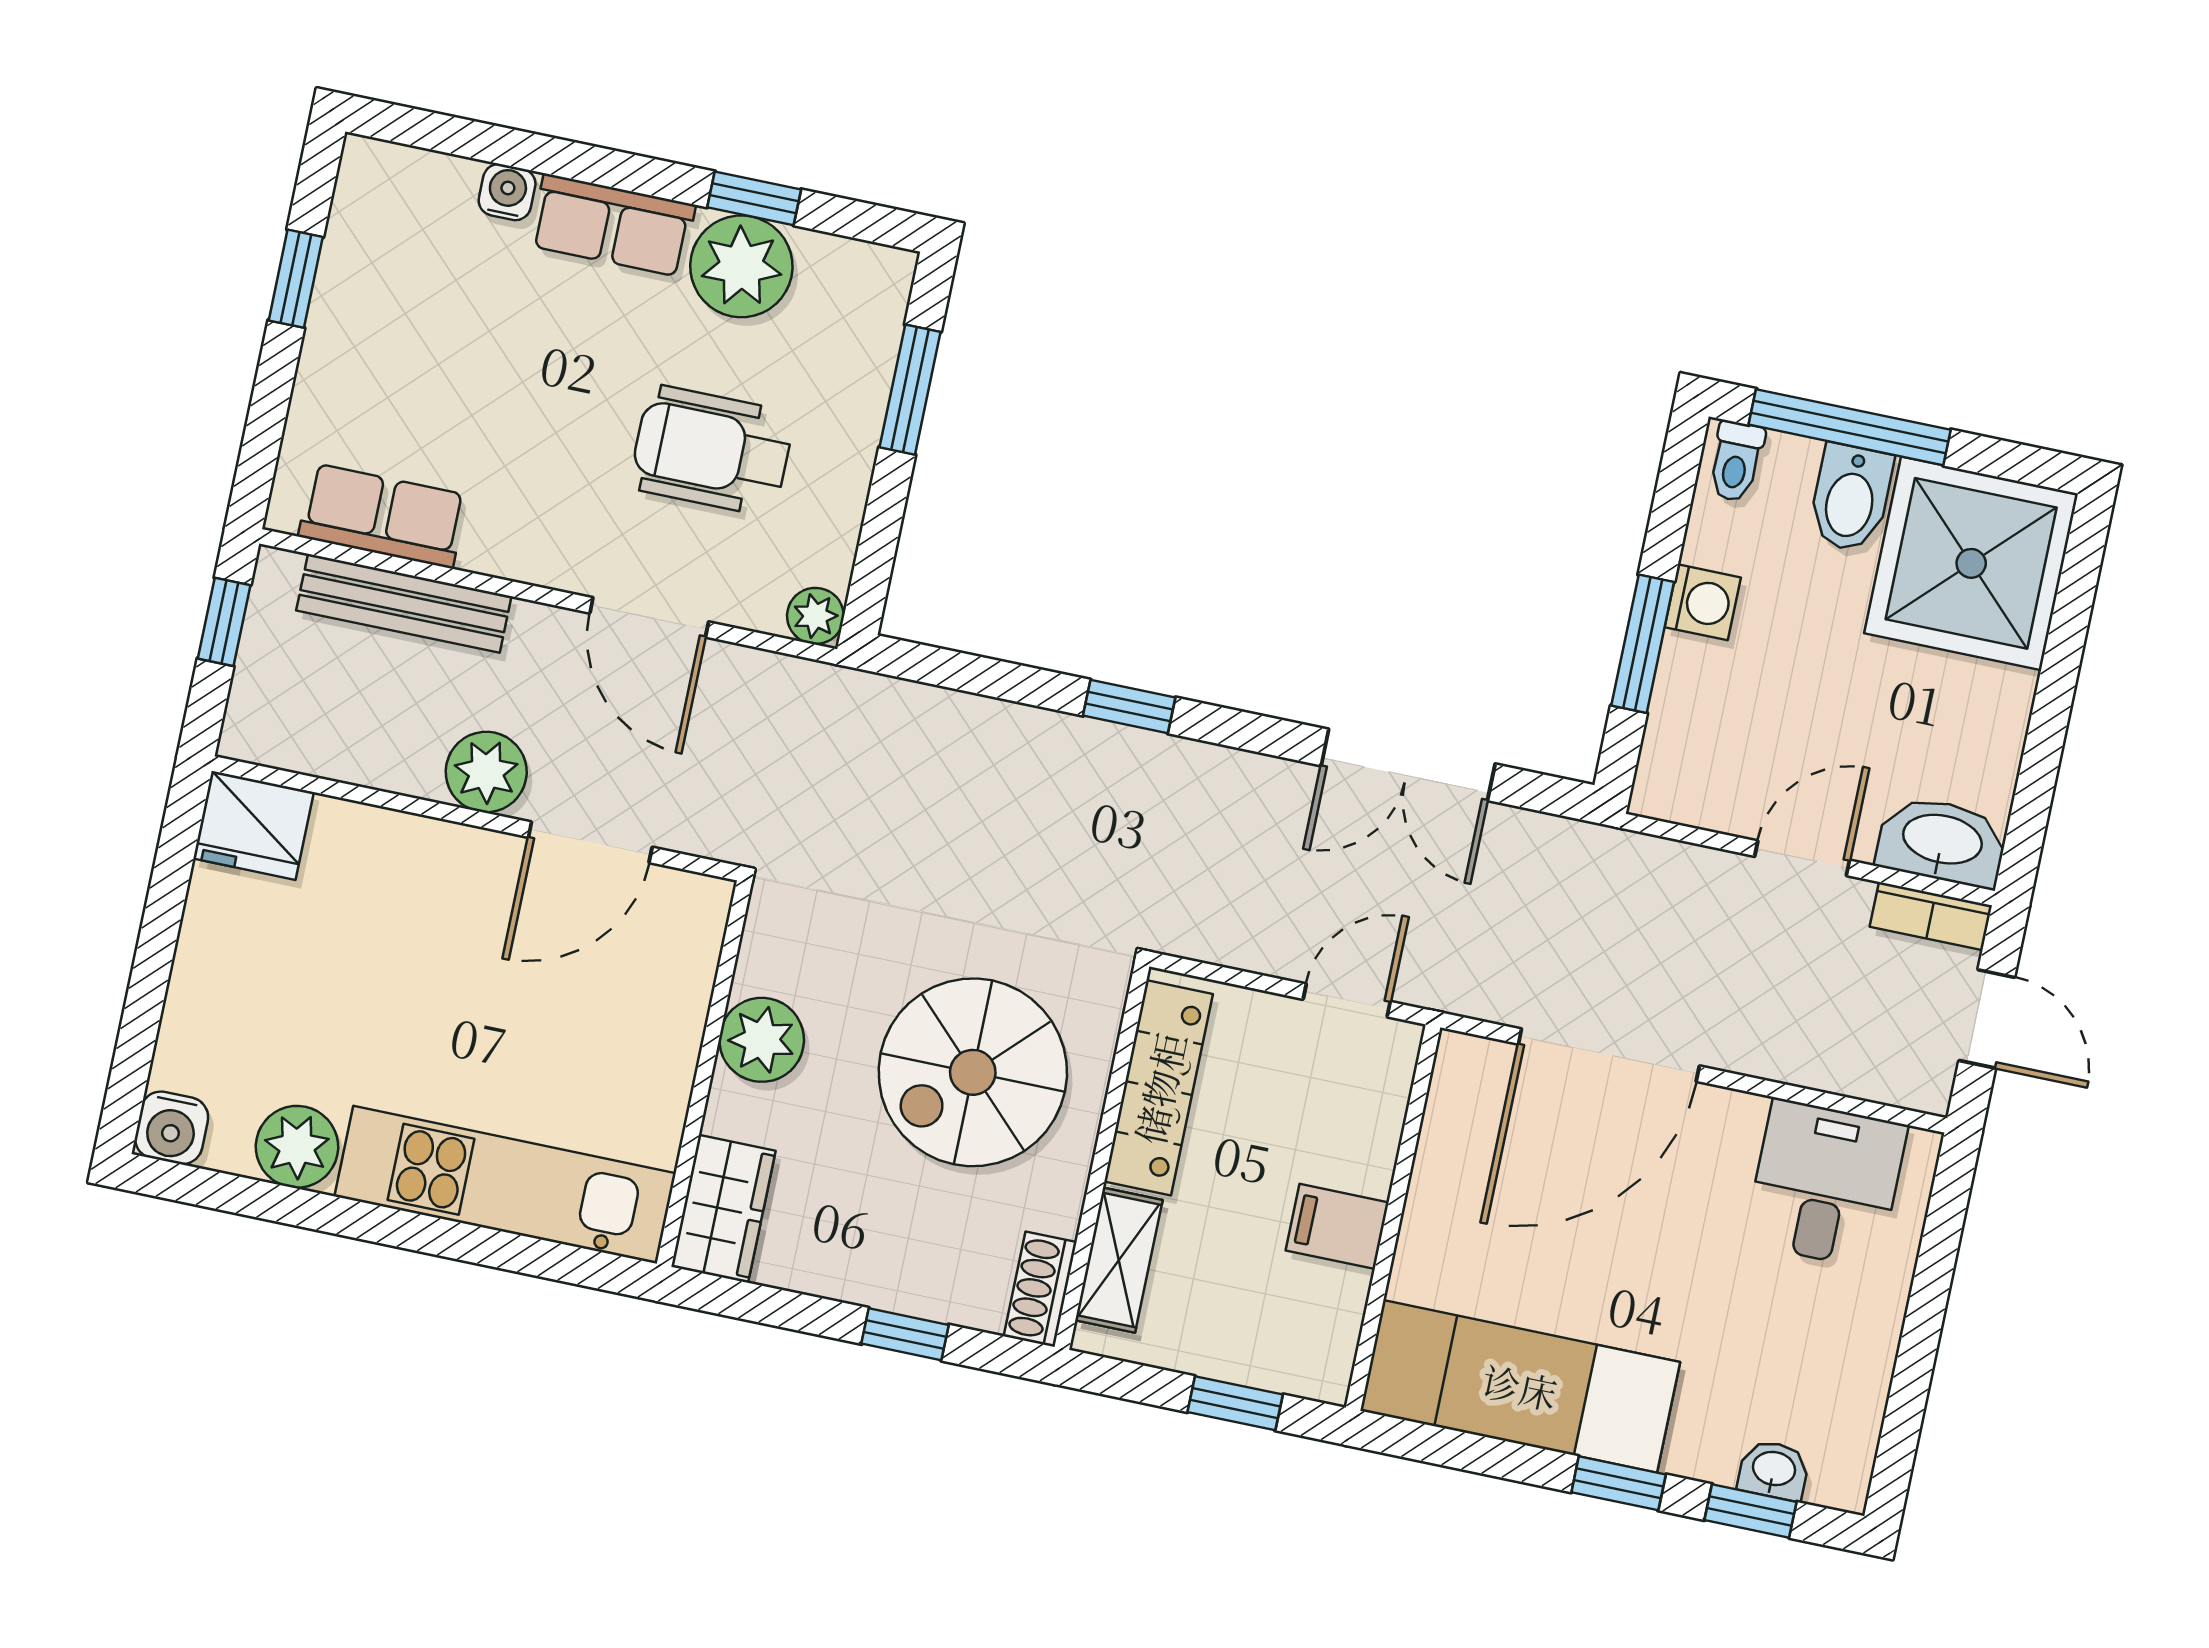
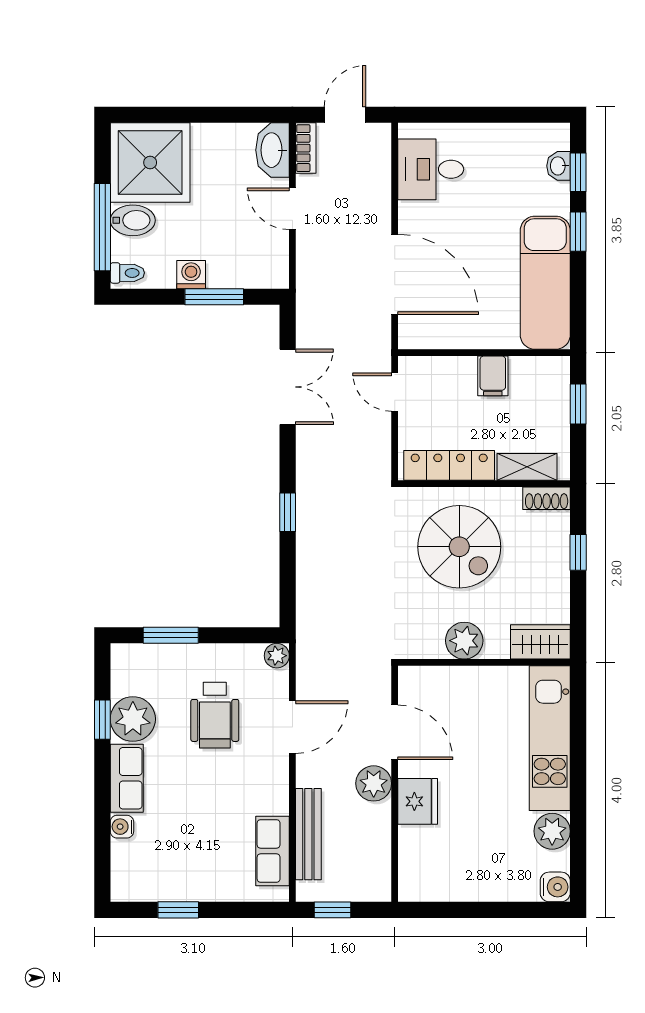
fridge: (253, 825) -> (418, 801), moved

